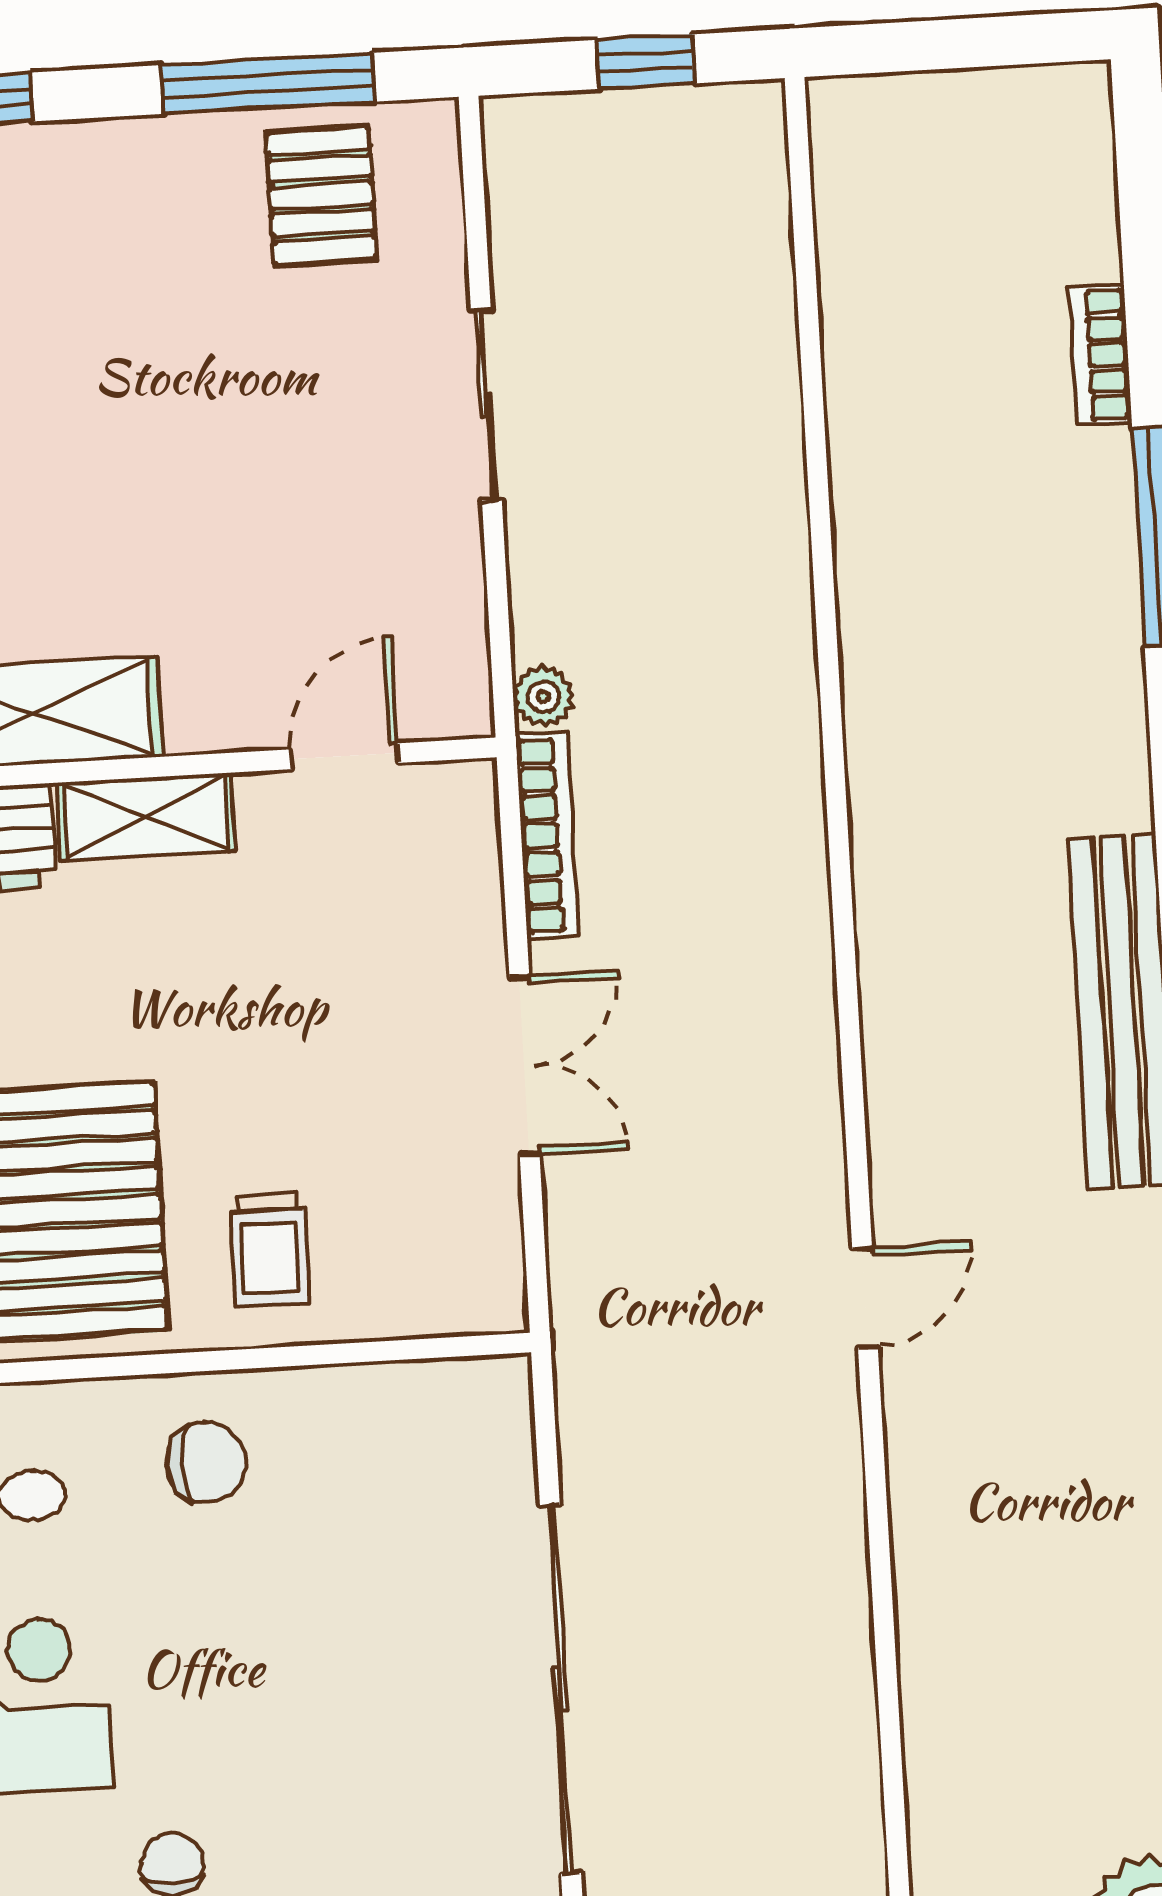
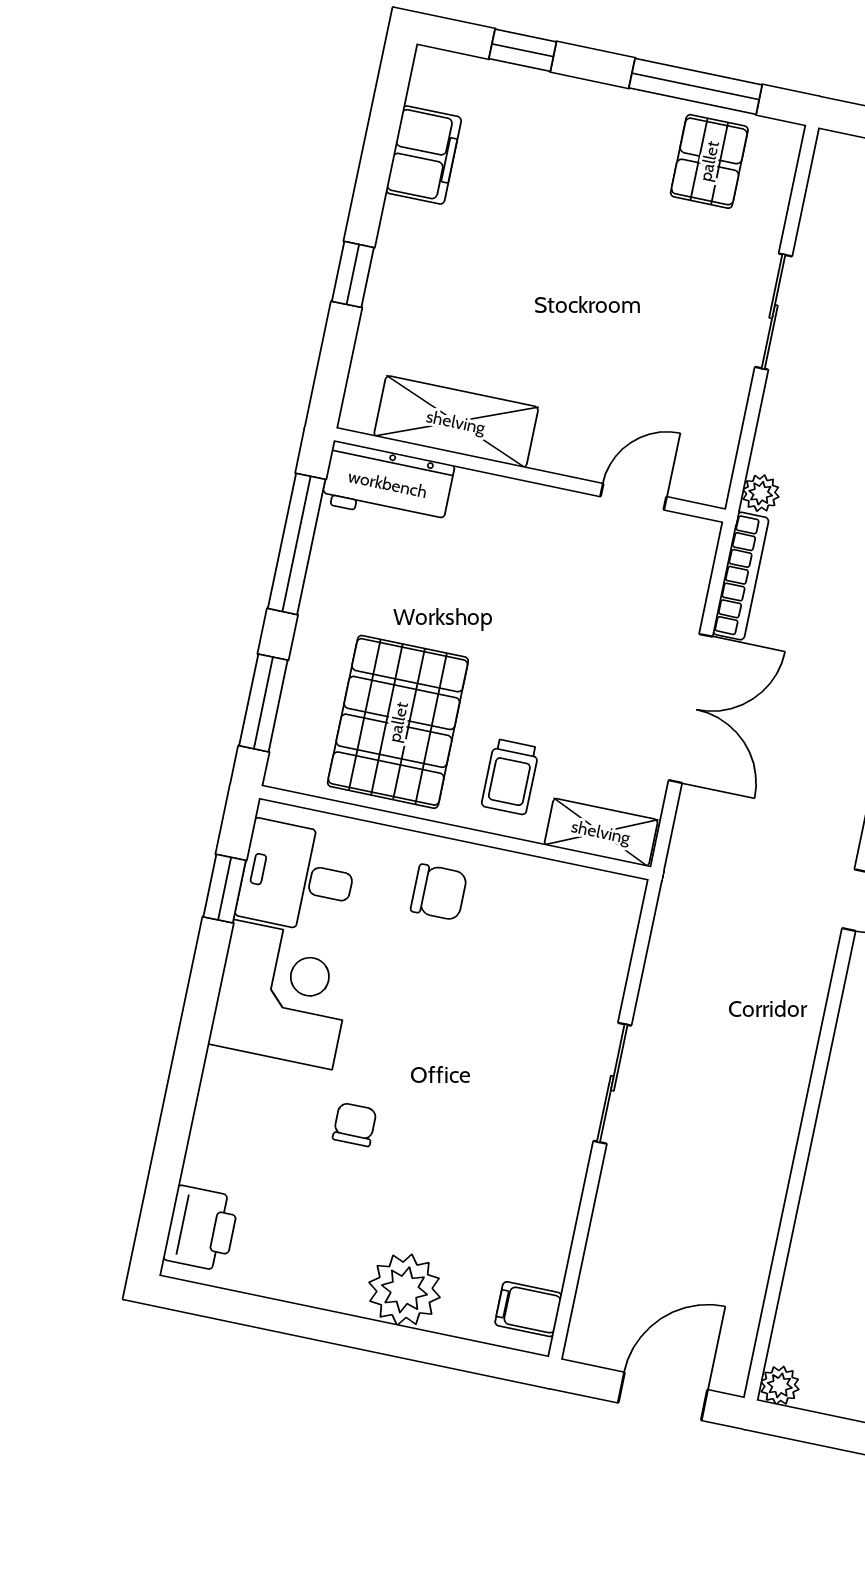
shelving: (146, 817) -> (601, 832), moved
double door: (524, 1065) -> (691, 708), width x1.37
sliding door: (560, 1689) -> (612, 1083), width x0.54

